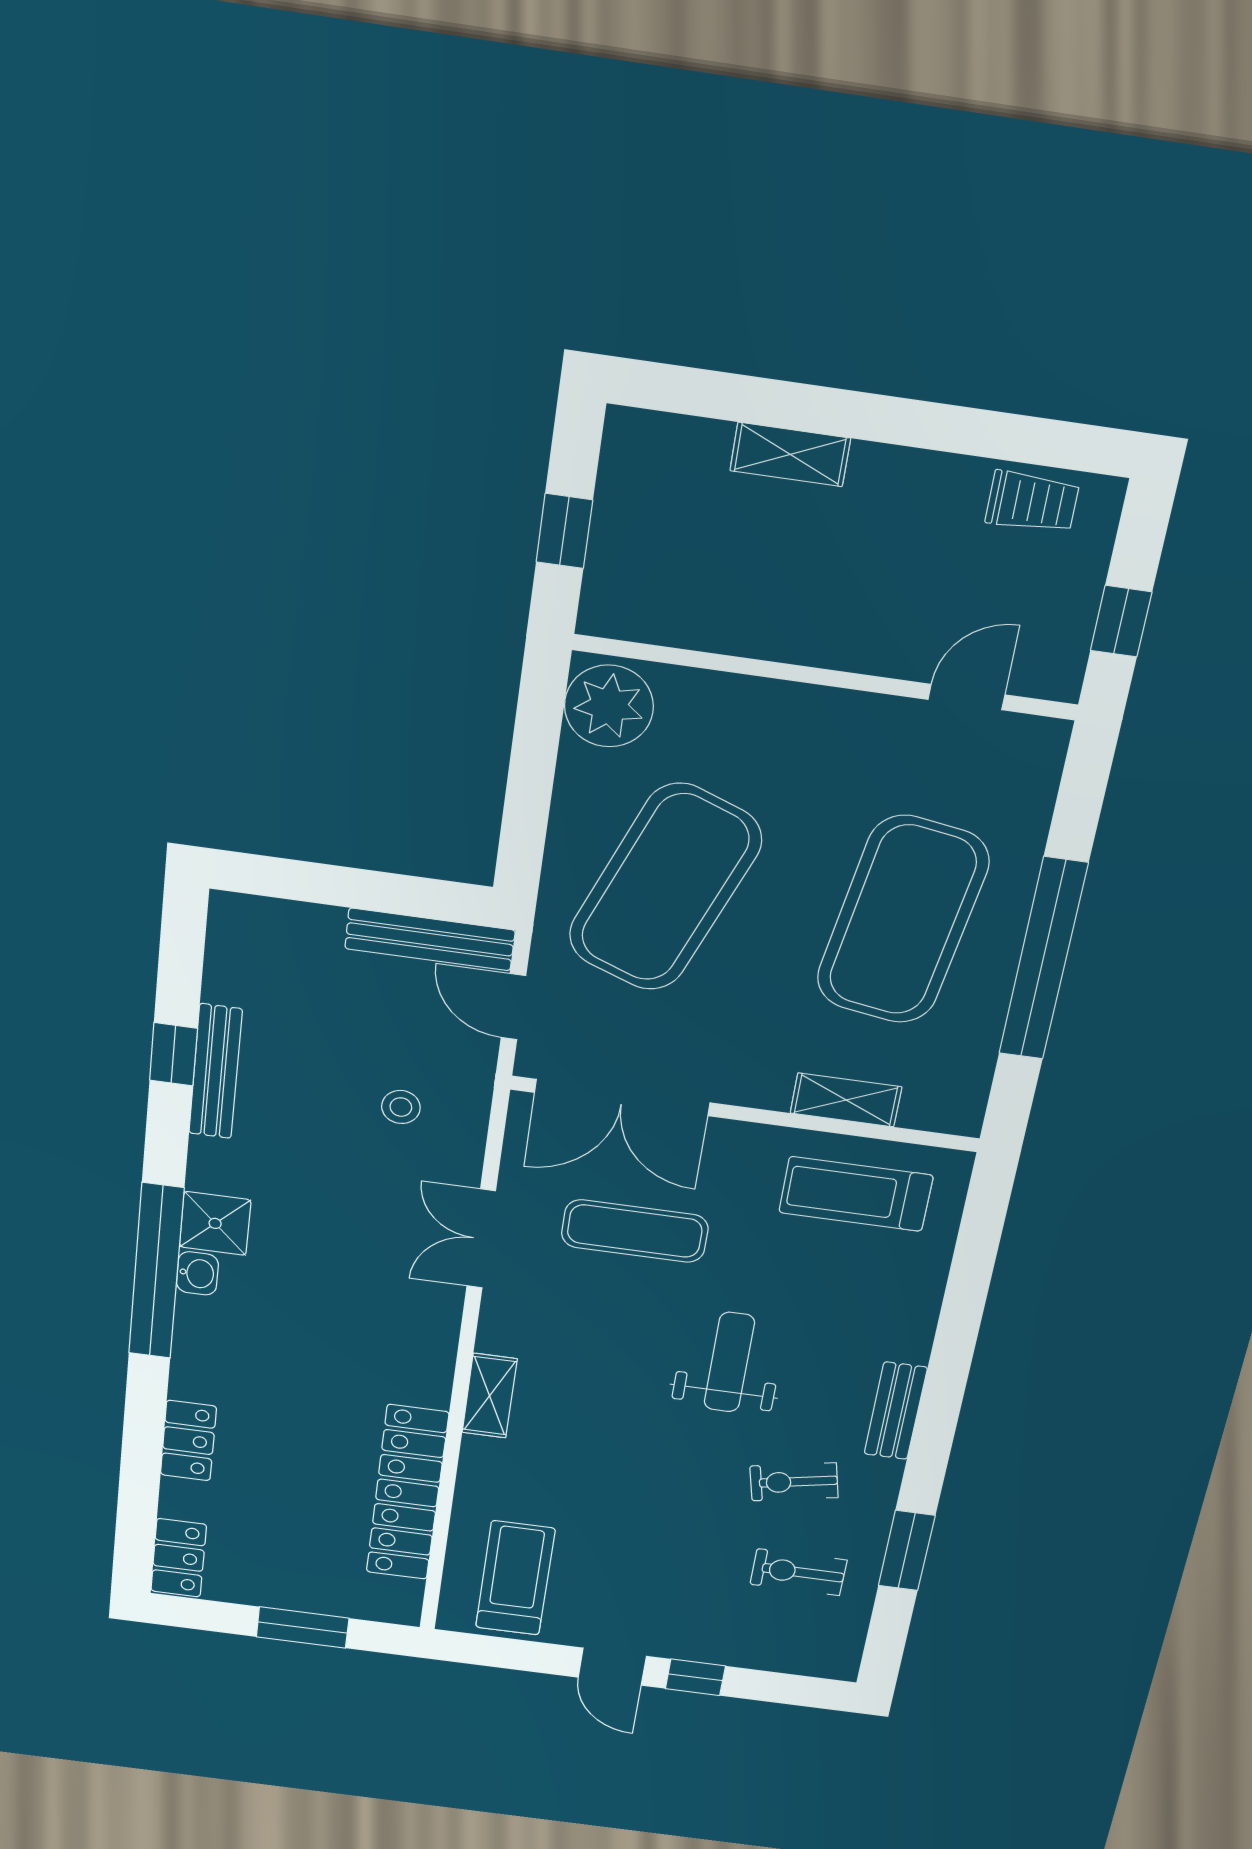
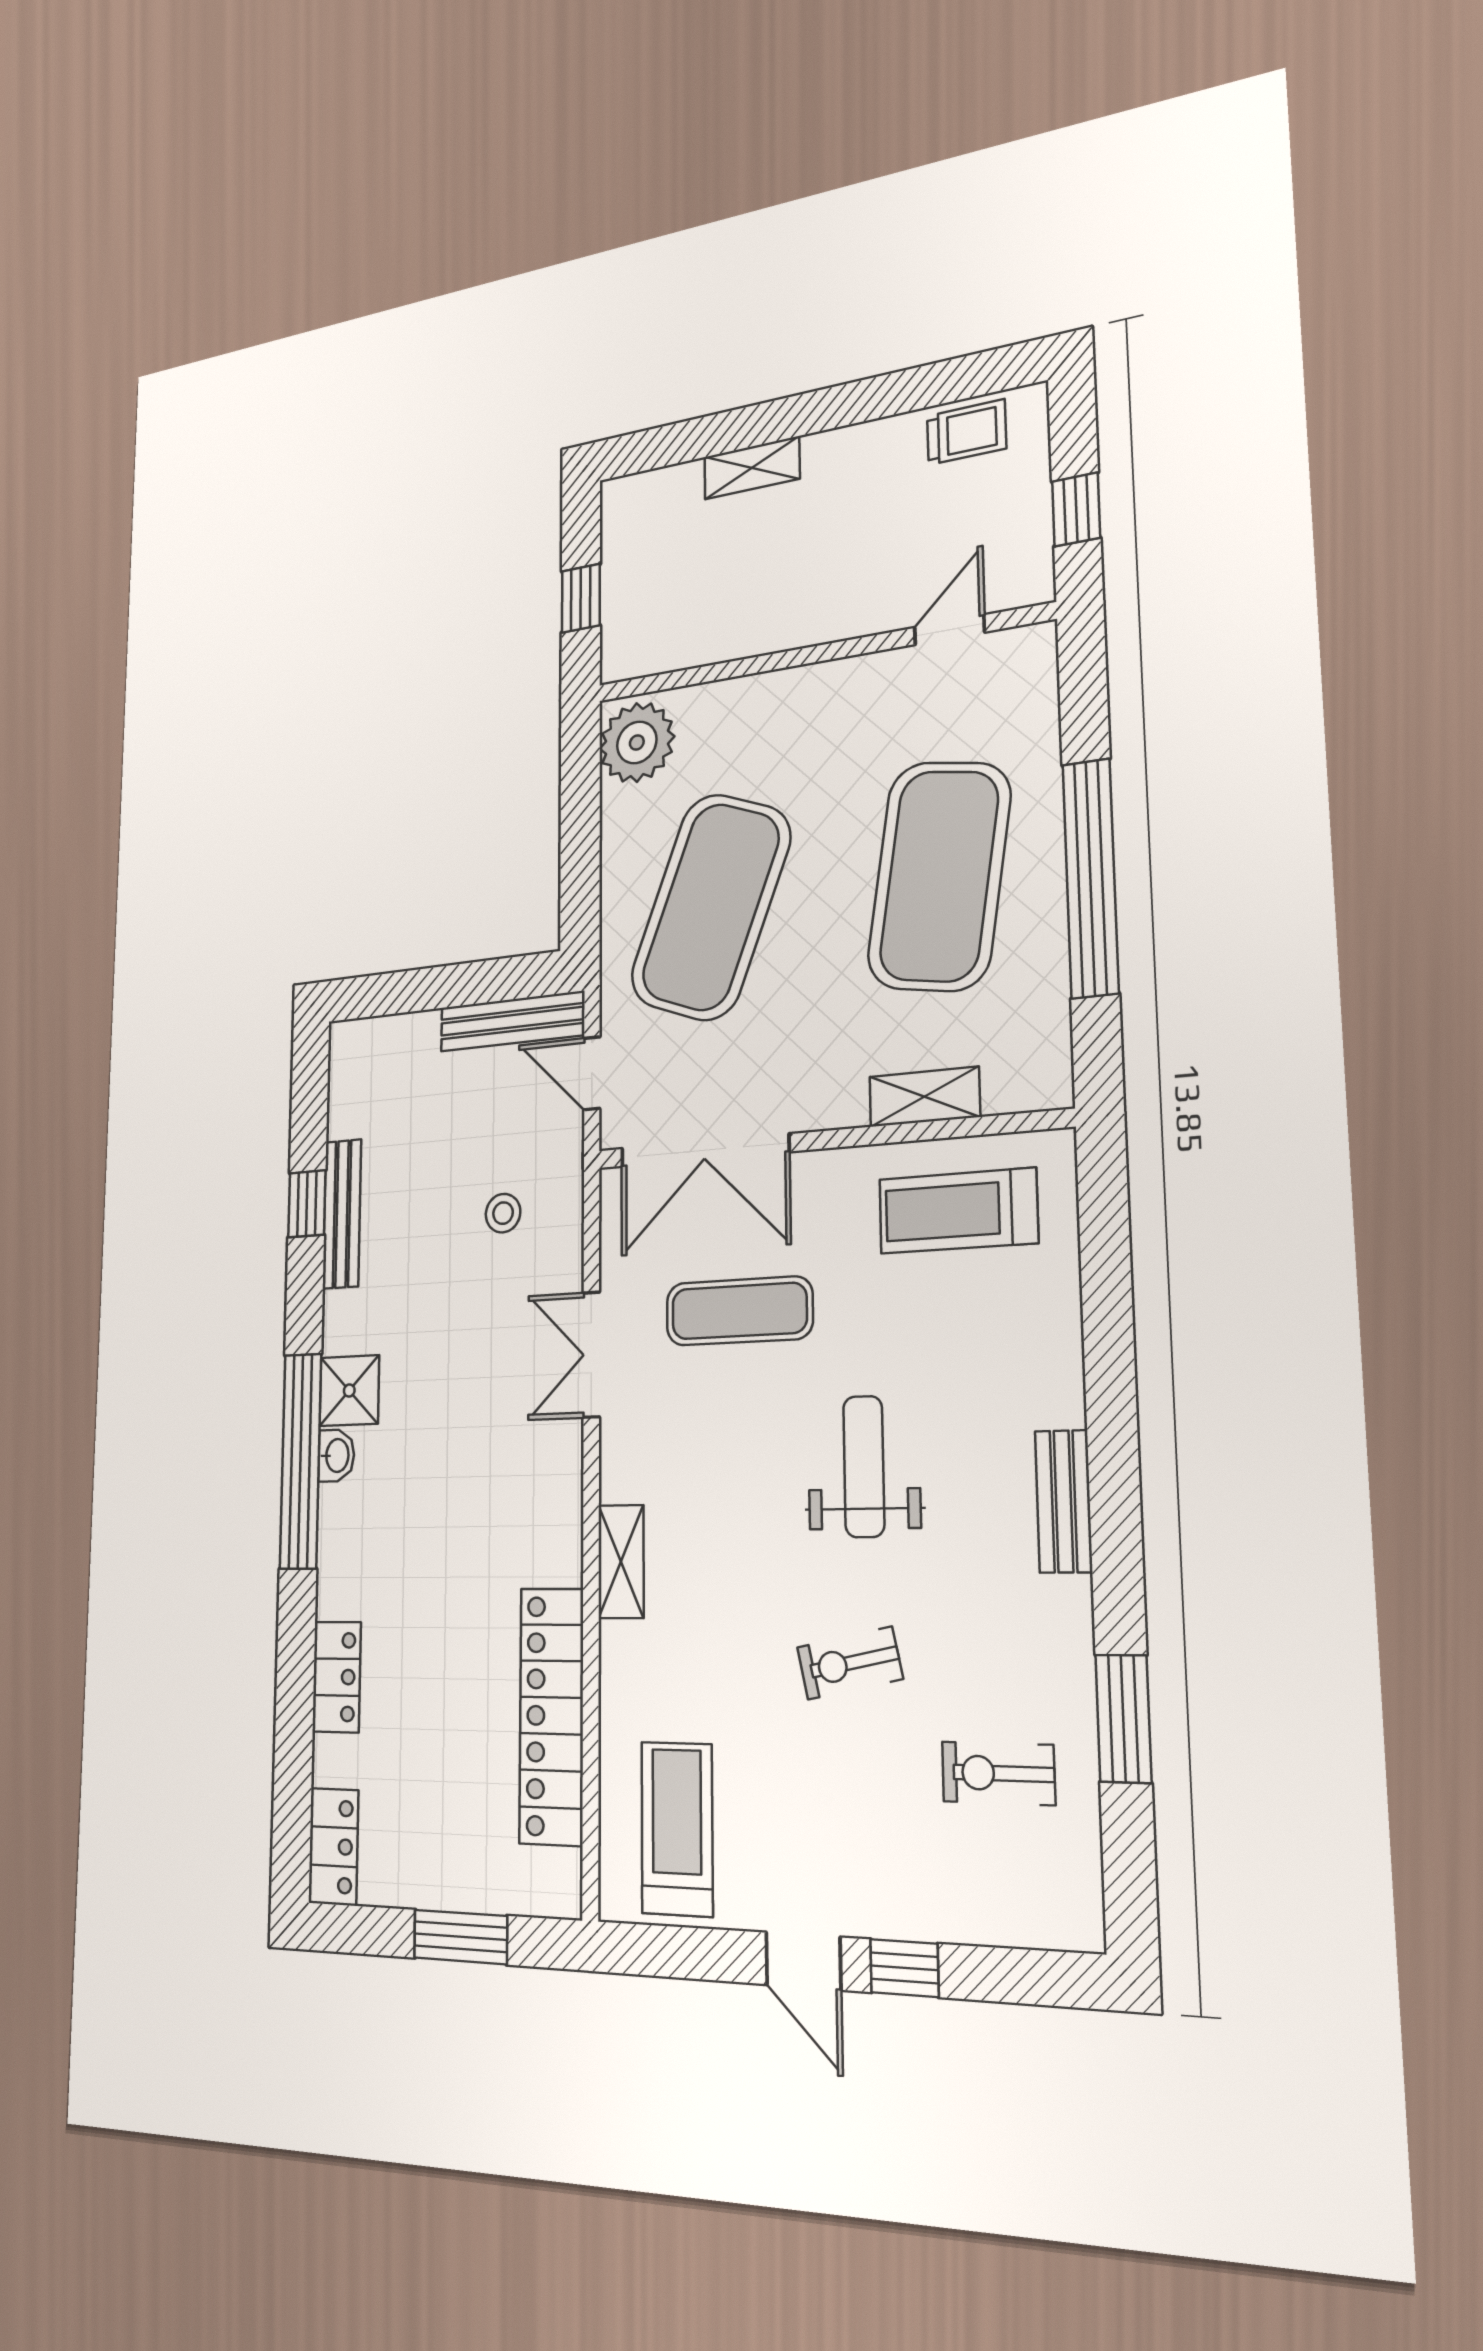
exercise bike: (794, 1482) -> (850, 1663), moved

